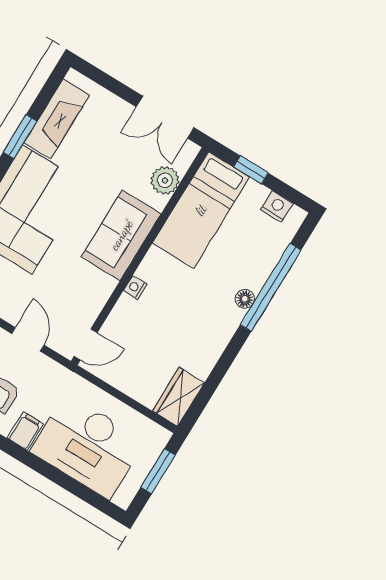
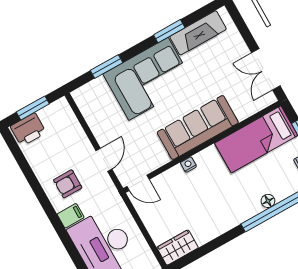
plant: (165, 180) -> (244, 108), removed
sofa: (121, 235) -> (198, 127), width x1.36
floor lamp: (245, 299) -> (268, 201), moved

